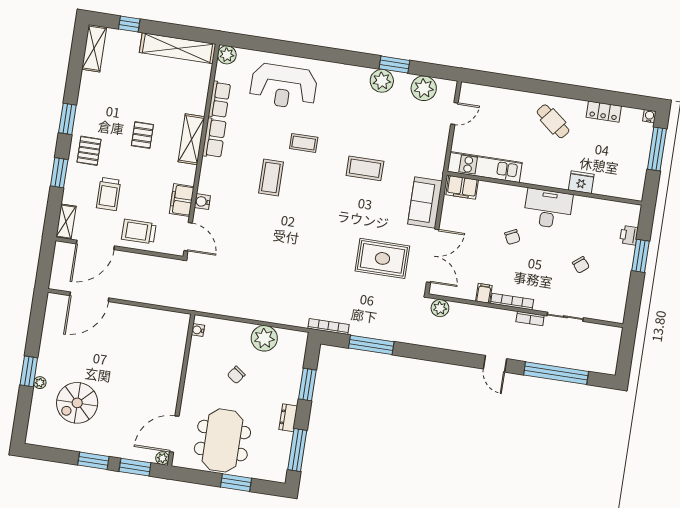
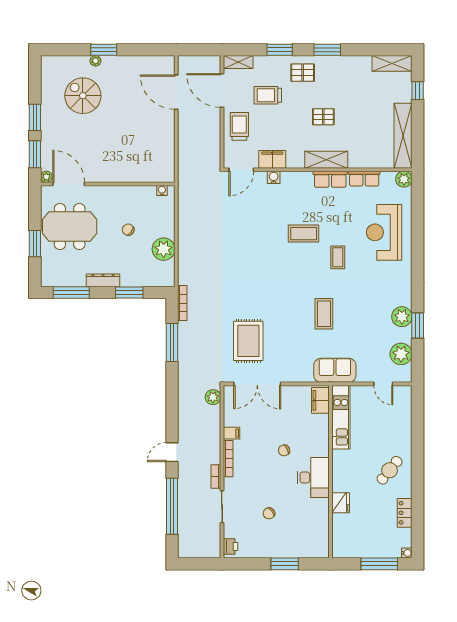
sofa: (425, 203) -> (335, 370), moved
printer: (629, 235) -> (231, 547), moved, turned 90
dresser: (288, 418) -> (103, 280), width x1.44

